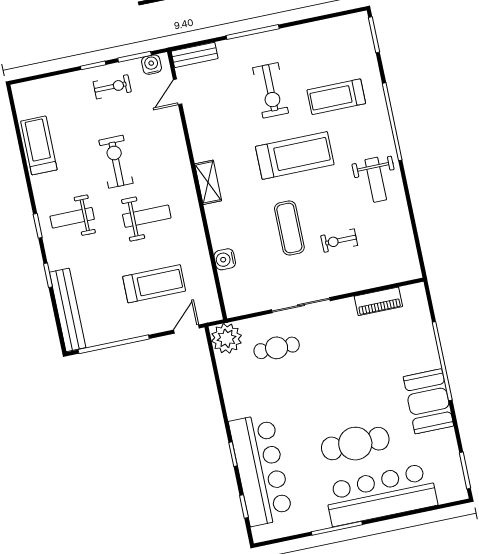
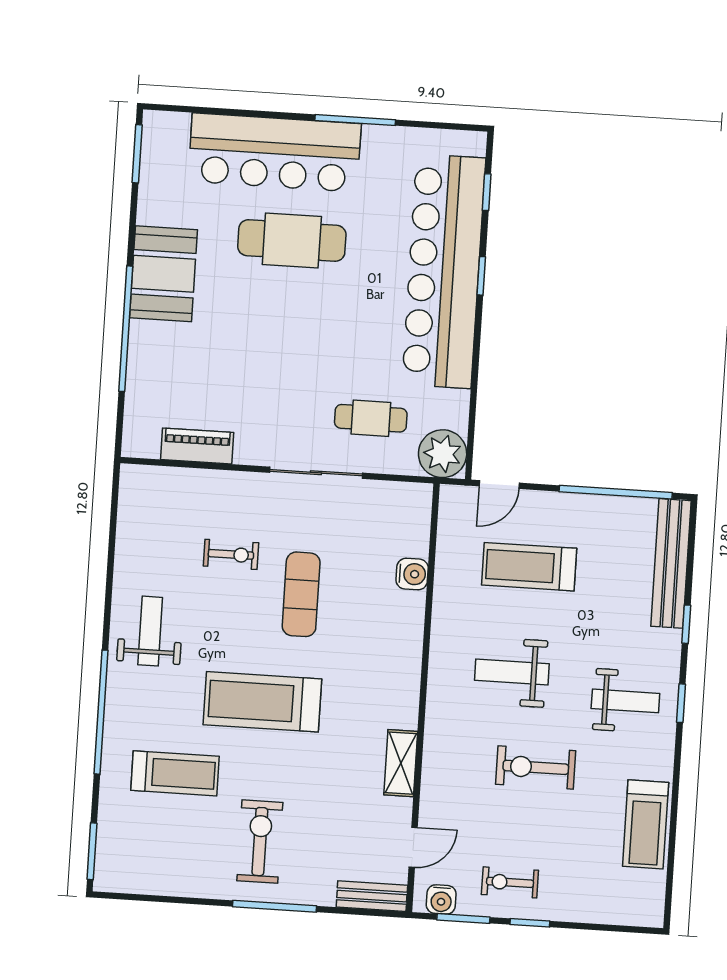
exercise bike: (271, 90) -> (260, 842), moved
exercise bike: (116, 162) -> (536, 767), turned 90
shelving: (208, 182) -> (401, 763), moved
bar counter: (261, 470) -> (444, 271), width x1.36

